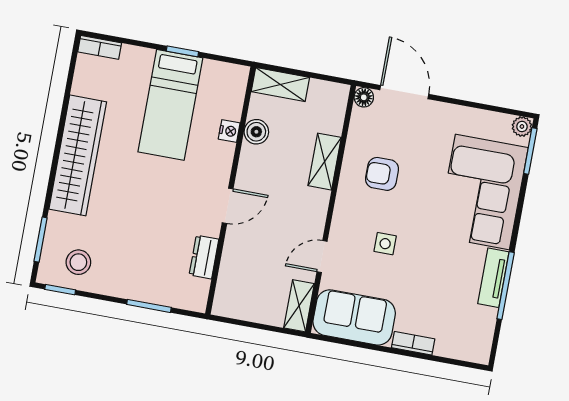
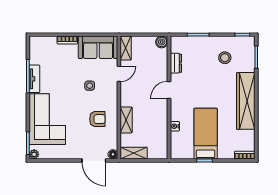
shelving: (280, 85) -> (134, 153), moved
boiler: (256, 132) -> (162, 42), moved
stool: (78, 262) -> (225, 58), moved

